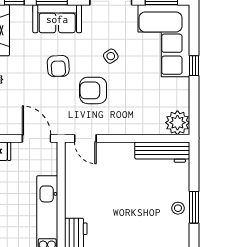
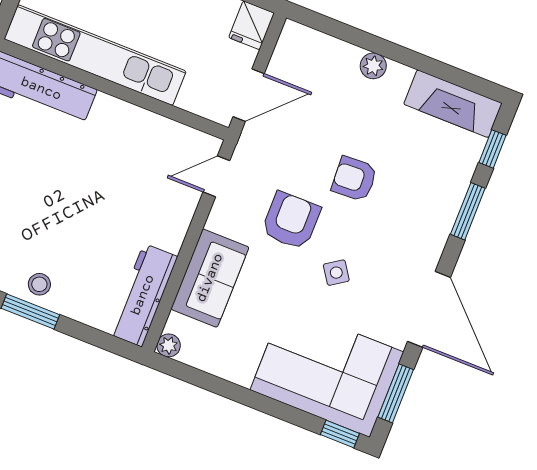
sofa: (57, 19) -> (210, 278), moved, turned 180
window: (194, 66) -> (340, 434), moved
plant: (177, 123) -> (169, 345), width x0.53, depth x0.53

